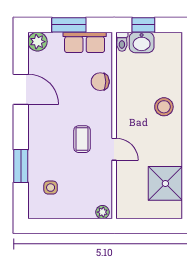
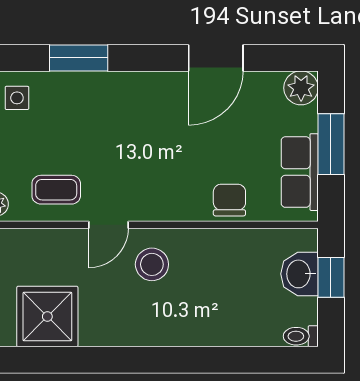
toilet: (122, 42) -> (301, 336), moved
stool: (164, 107) -> (152, 264), moved
coffee table: (82, 139) -> (56, 190), moved
side table: (51, 188) -> (17, 98), moved

